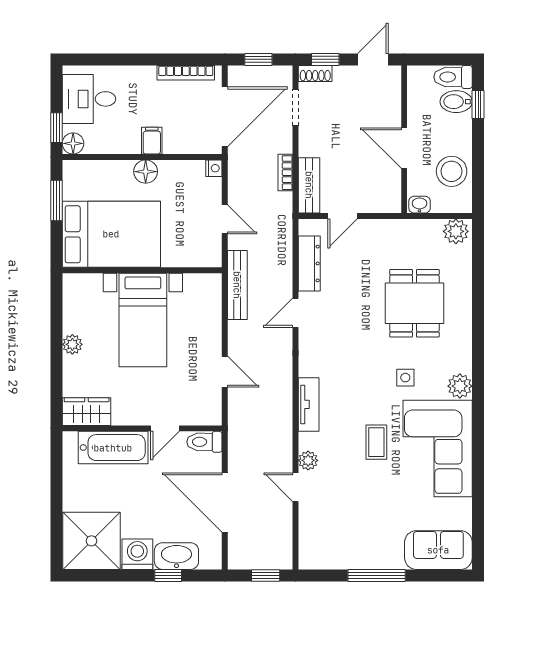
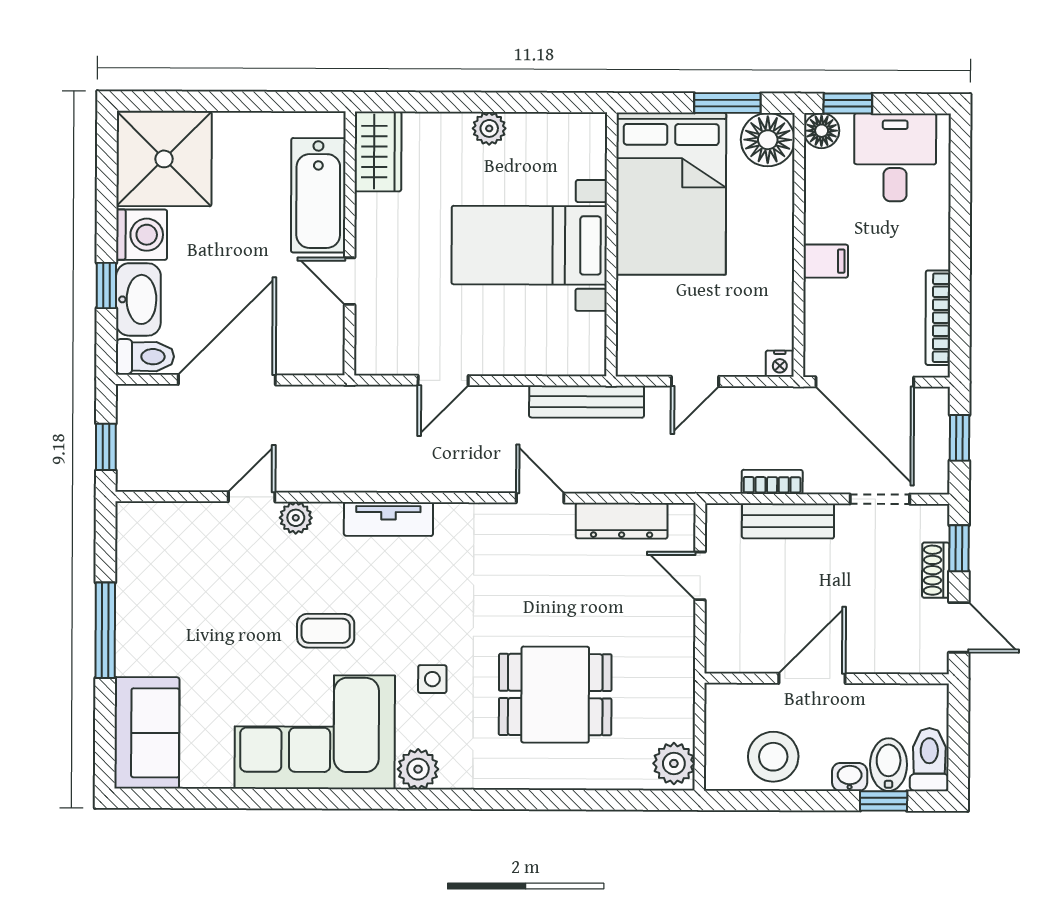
shoe rack: (315, 73) -> (936, 570), moved
floor lamp: (146, 172) -> (768, 140), moved, width x1.38, depth x1.38
bench: (309, 185) -> (788, 521), moved
washbasin: (420, 205) -> (850, 777), moved, turned -90
toilet: (204, 442) -> (145, 357), moved, turned 90

